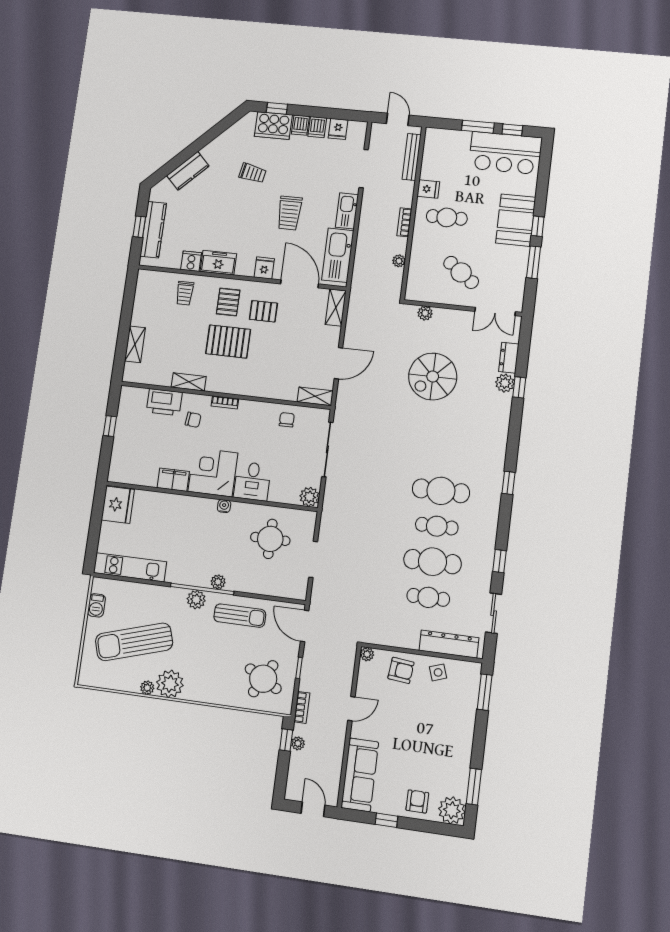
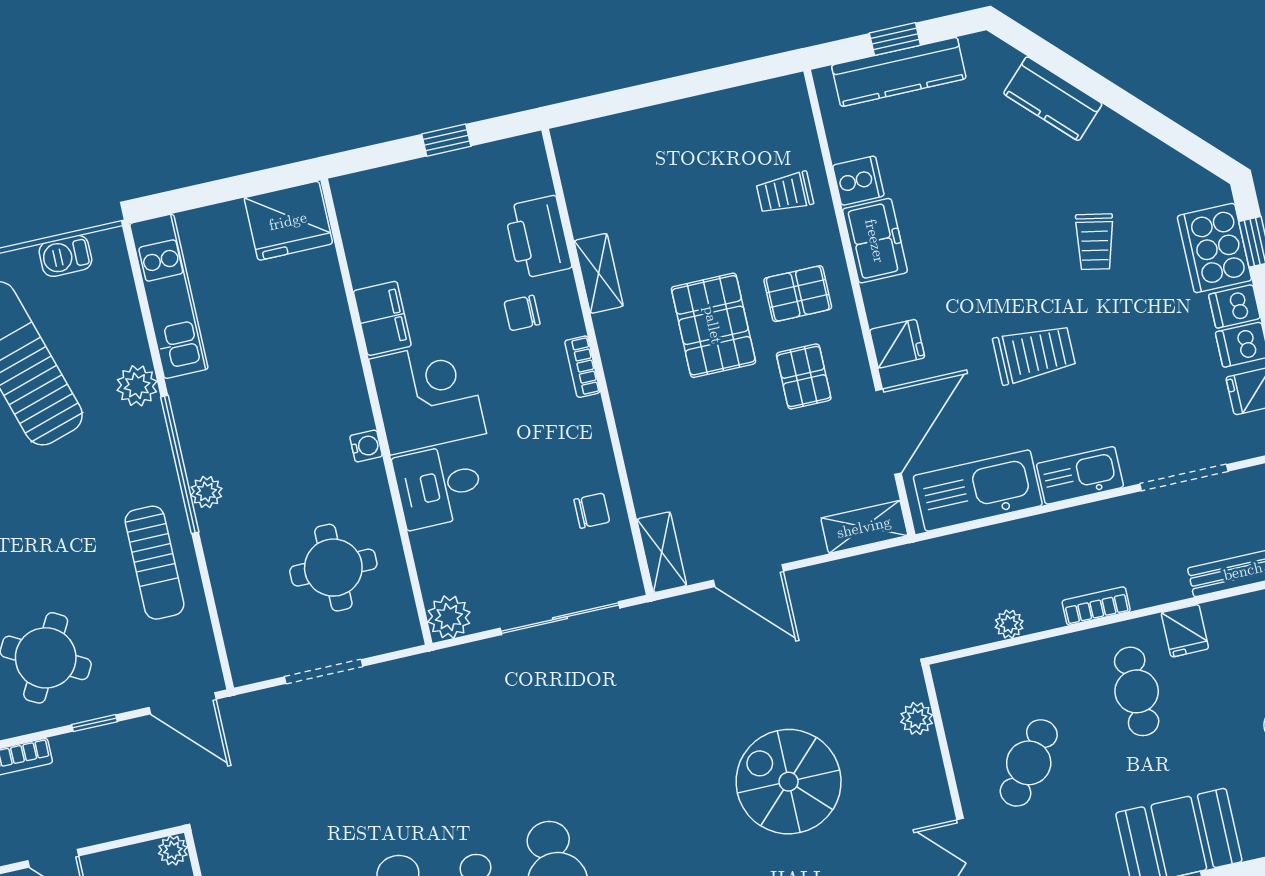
trolley: (289, 213) -> (1034, 354), turned 180
shelving: (135, 344) -> (638, 127), removed
chair: (193, 420) -> (522, 313), turned 84
plant: (196, 600) -> (137, 386), moved
door: (305, 626) -> (183, 703), swing flipped

